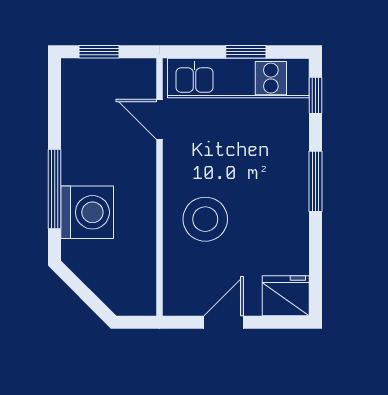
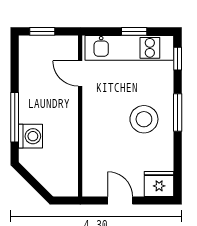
washing machine: (87, 212) -> (30, 136), width x0.73, depth x0.73
stool: (205, 219) -> (144, 119), moved
door: (224, 322) -> (120, 200), hinge flipped

